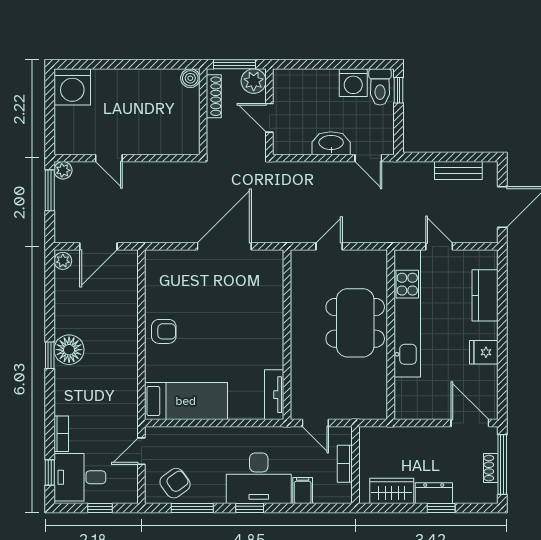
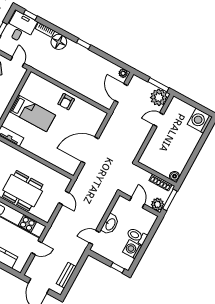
toilet: (380, 87) -> (137, 236), moved
door: (269, 118) -> (137, 202), hinge flipped
plant: (63, 170) -> (159, 97), width x1.88, depth x1.88
door: (224, 246) -> (90, 150), swing flipped
floor lamp: (69, 350) -> (59, 42), moved
bed: (186, 401) -> (32, 113), moved, turned -90

